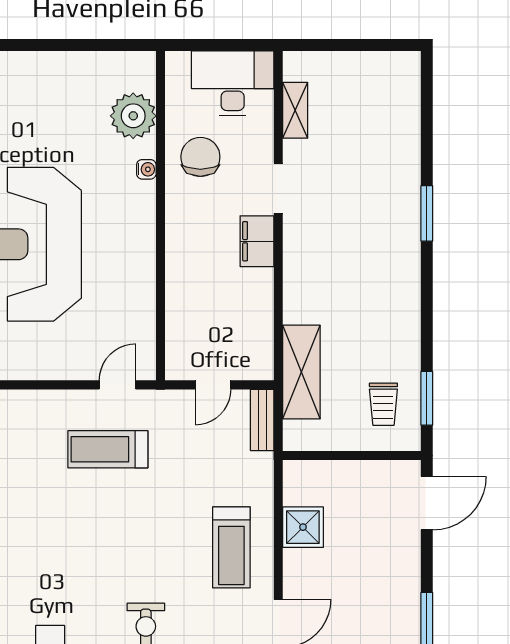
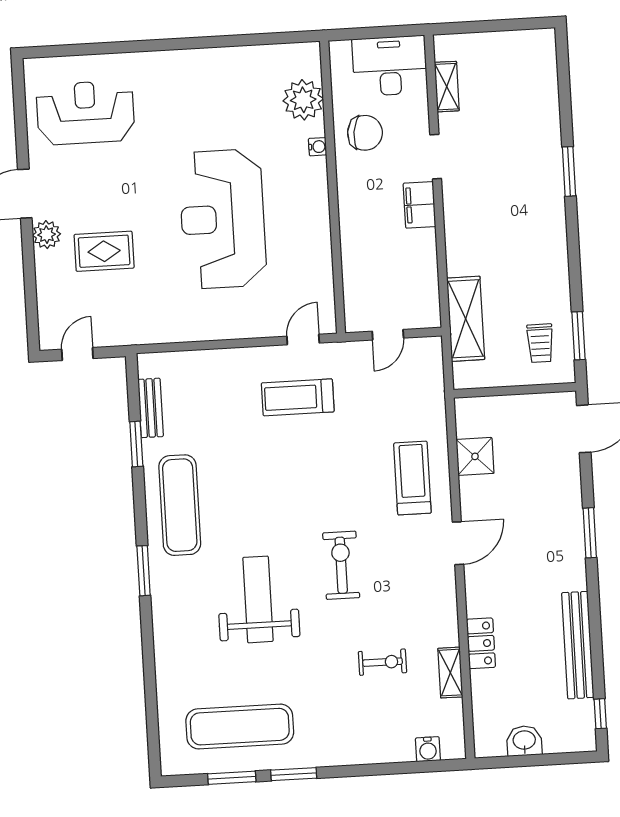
chair: (200, 157) -> (365, 133), turned 97
bench: (262, 420) -> (433, 363), removed
treadmill: (231, 547) -> (412, 478), turned 180

